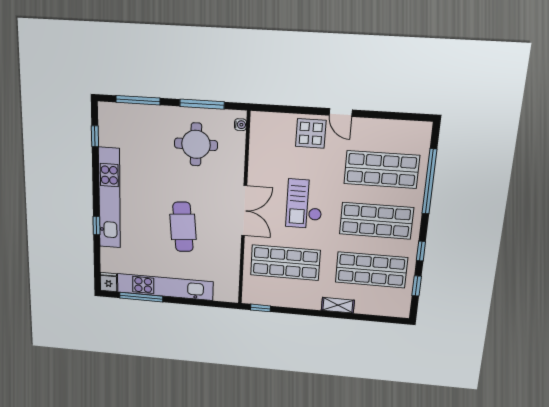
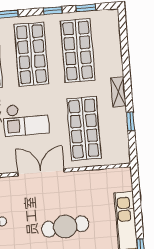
shelving: (338, 305) -> (118, 92), moved
window: (260, 308) -> (130, 121), moved

